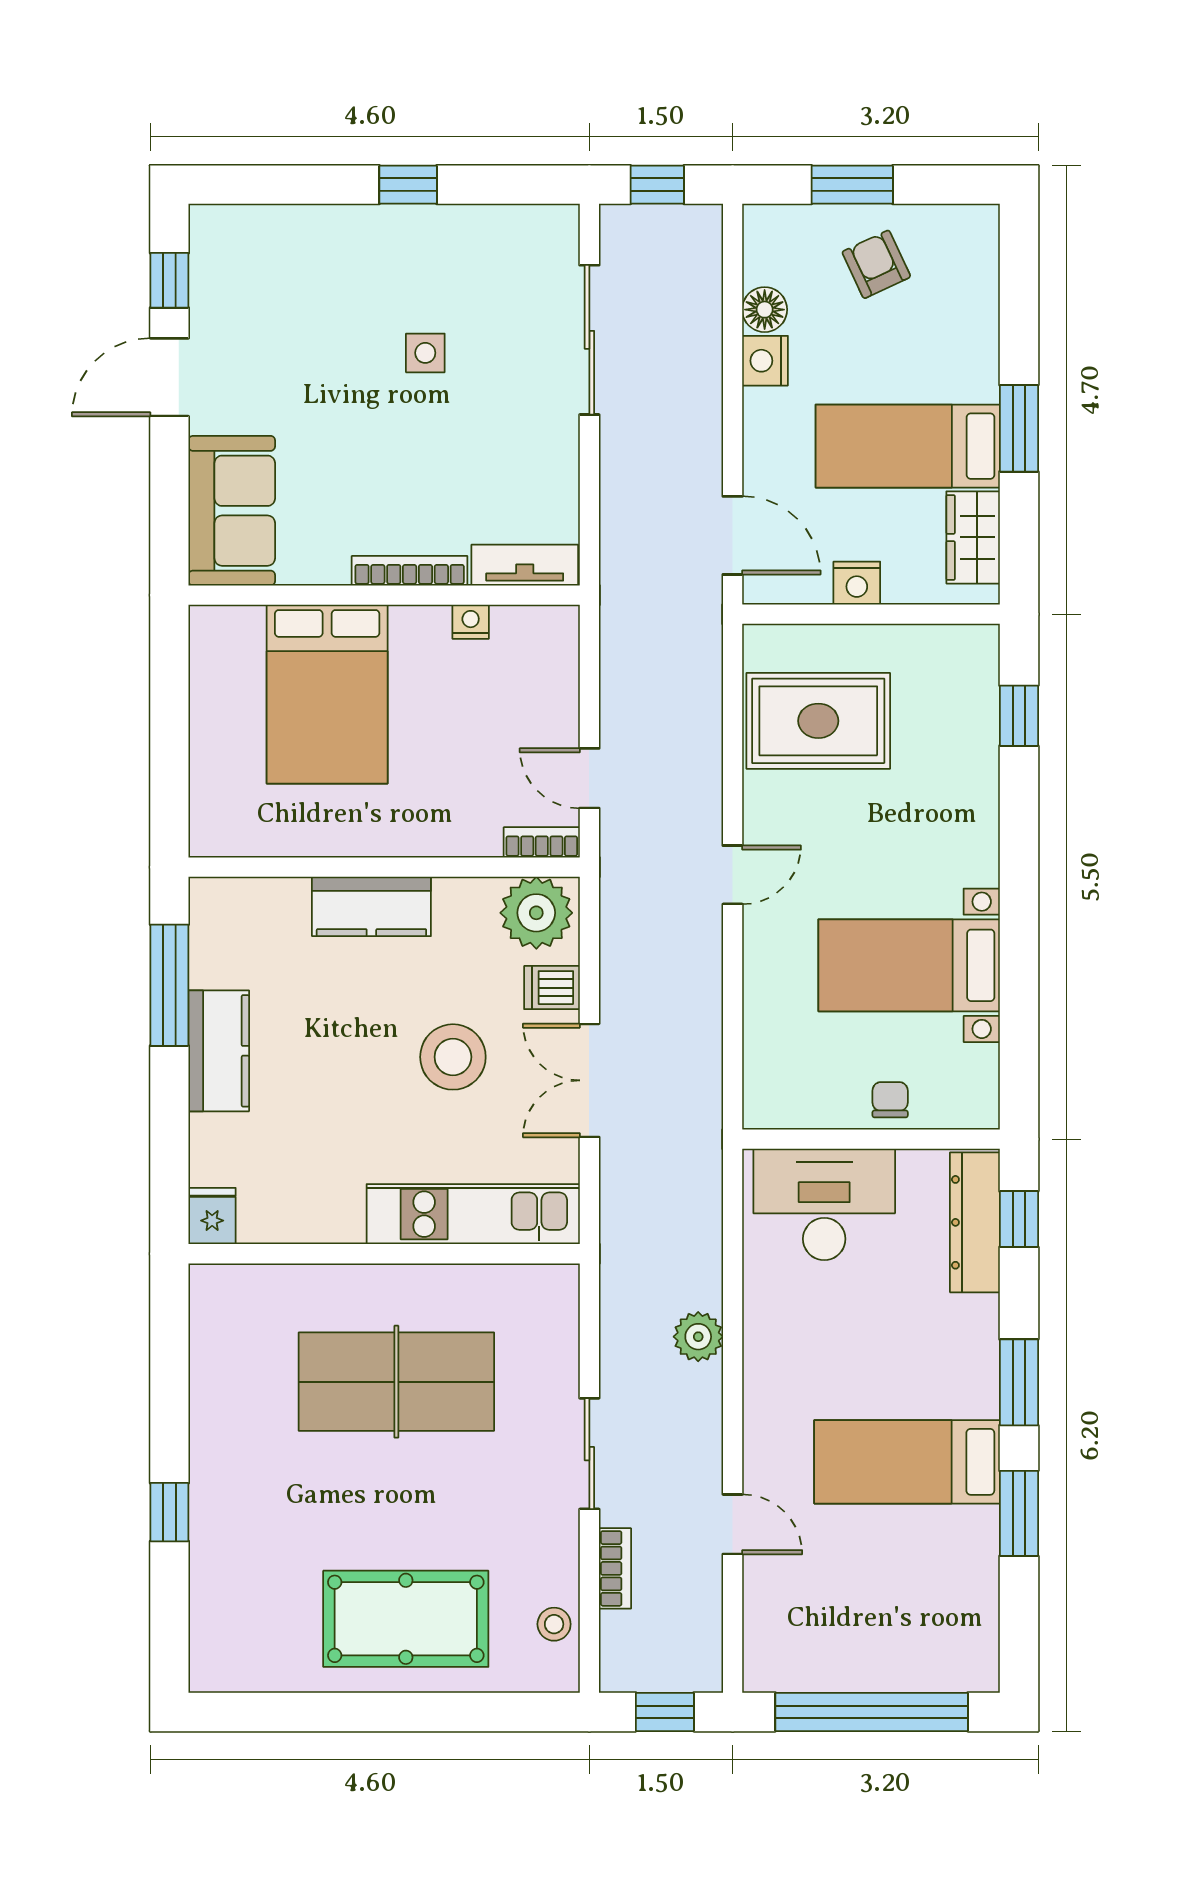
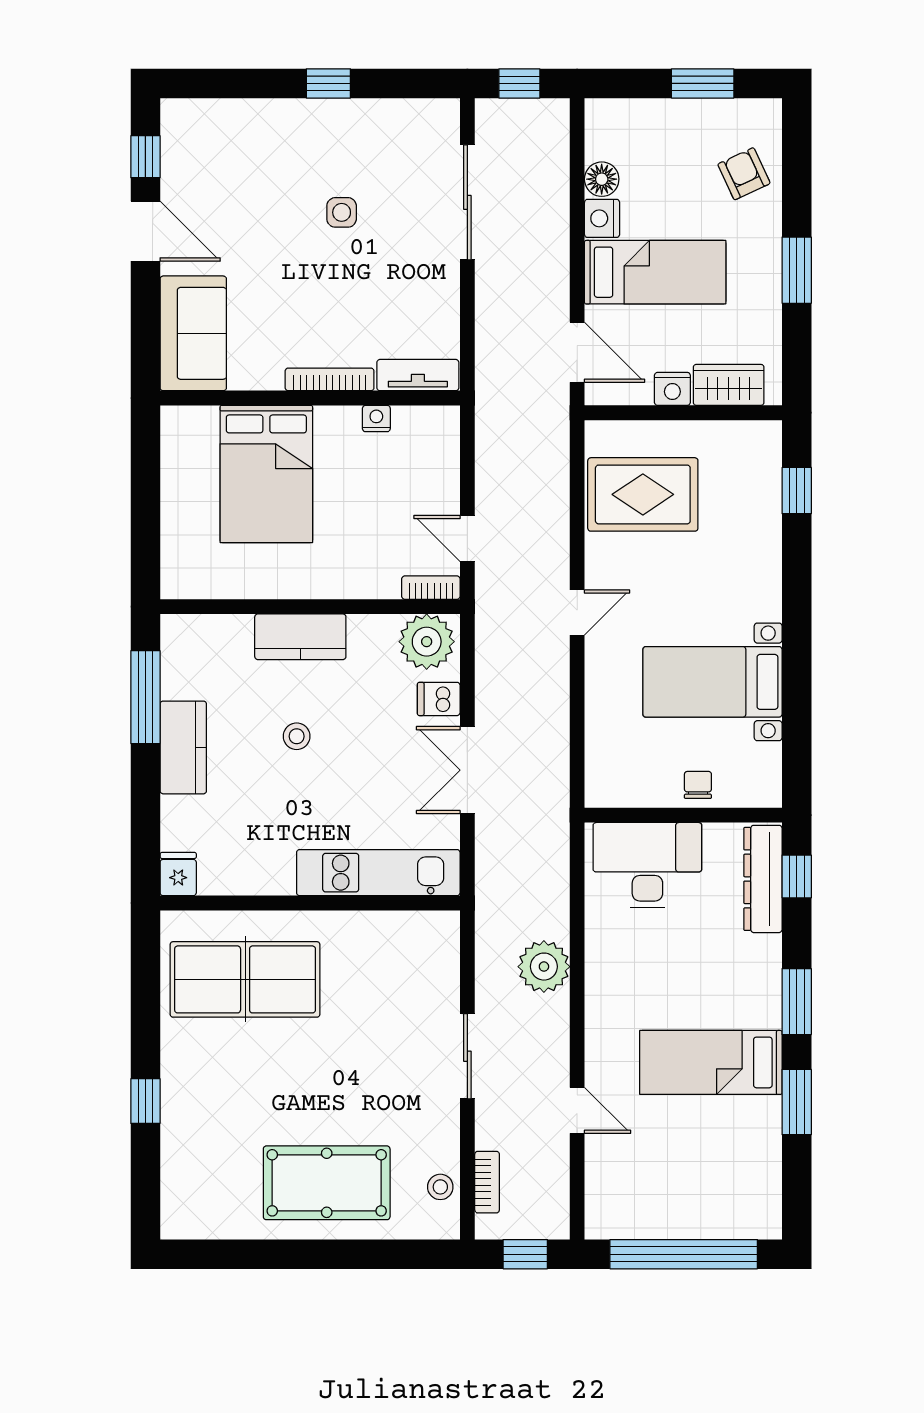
window: (852, 185) -> (703, 83), moved
armchair: (876, 264) -> (744, 174), moved
door: (169, 377) -> (145, 231), swing flipped
bed: (908, 446) -> (655, 272), moved, turned 180
wardrobe: (973, 537) -> (729, 385), moved, turned 90
stool: (453, 1057) -> (297, 736), moved, width x0.53, depth x0.53
plant: (698, 1337) -> (544, 967), width x1.36, depth x1.36
table tennis table: (396, 1382) -> (245, 979), moved
bookcase: (615, 1568) -> (487, 1182), moved

